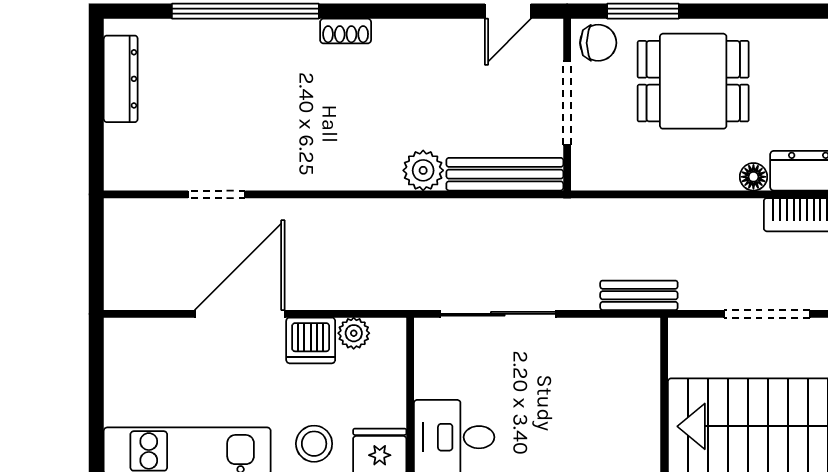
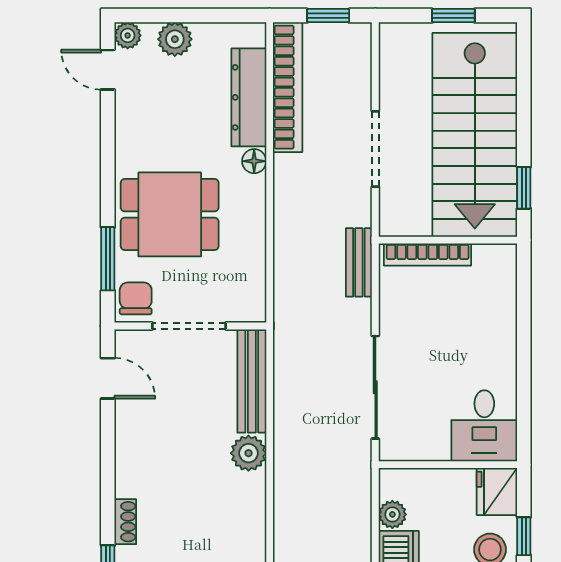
dining table: (693, 81) -> (170, 214), turned 90
bookcase: (648, 373) -> (428, 255), added

